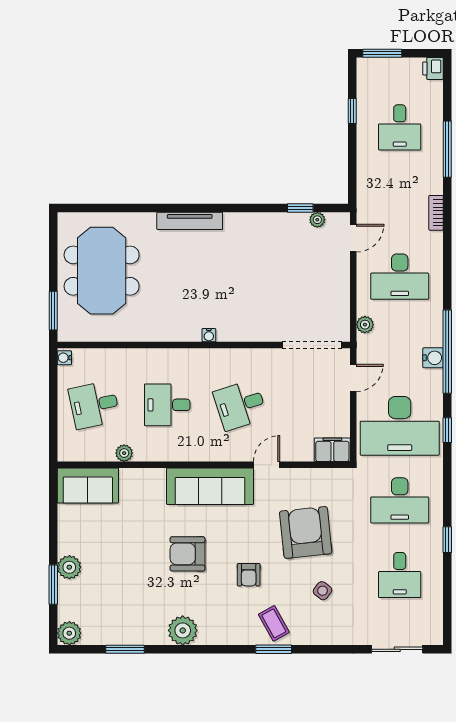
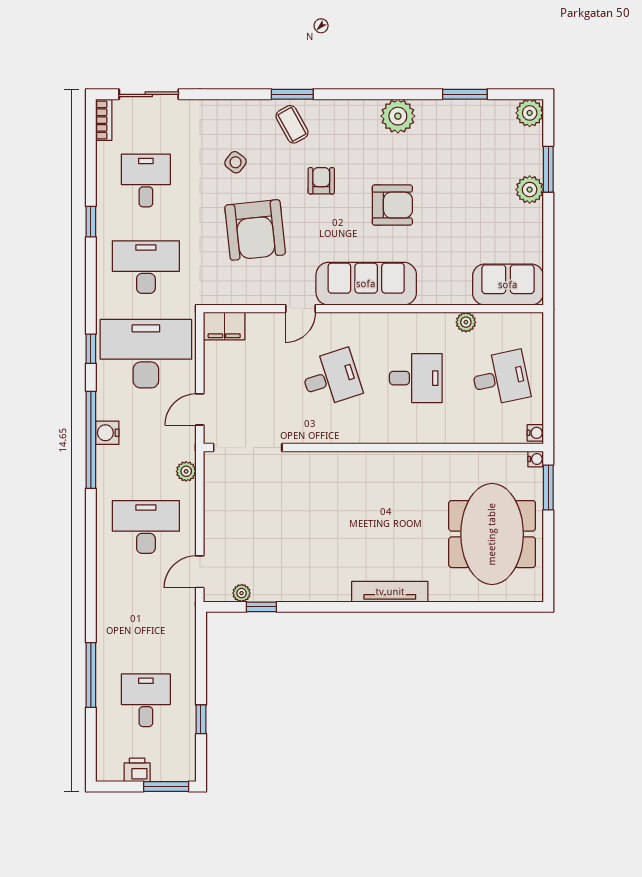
printer: (433, 68) -> (137, 770), moved, turned -90
bookcase: (436, 213) -> (104, 120), moved
water cooler: (209, 335) -> (536, 459), moved, turned 90

